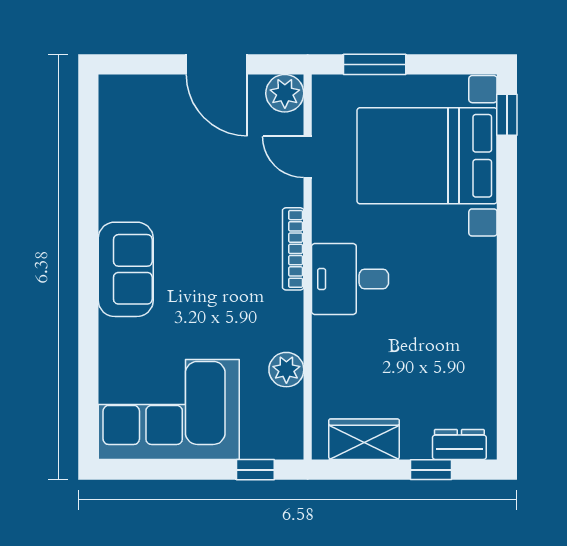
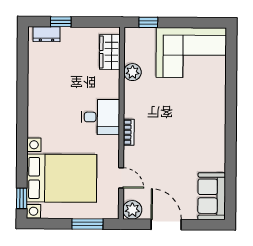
bookcase: (293, 249) -> (129, 132), width x0.64
sofa: (126, 269) -> (212, 196), moved
wardrobe: (364, 439) -> (110, 52), moved, turned 90

